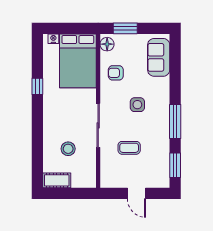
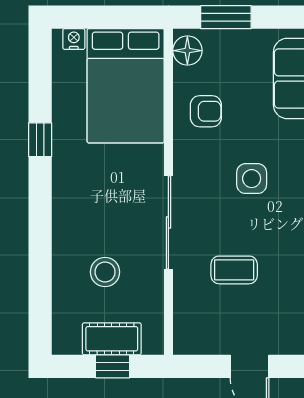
armchair: (116, 73) -> (206, 111), turned 180
cot: (57, 180) -> (112, 339), moved
window: (72, 193) -> (113, 366), added

